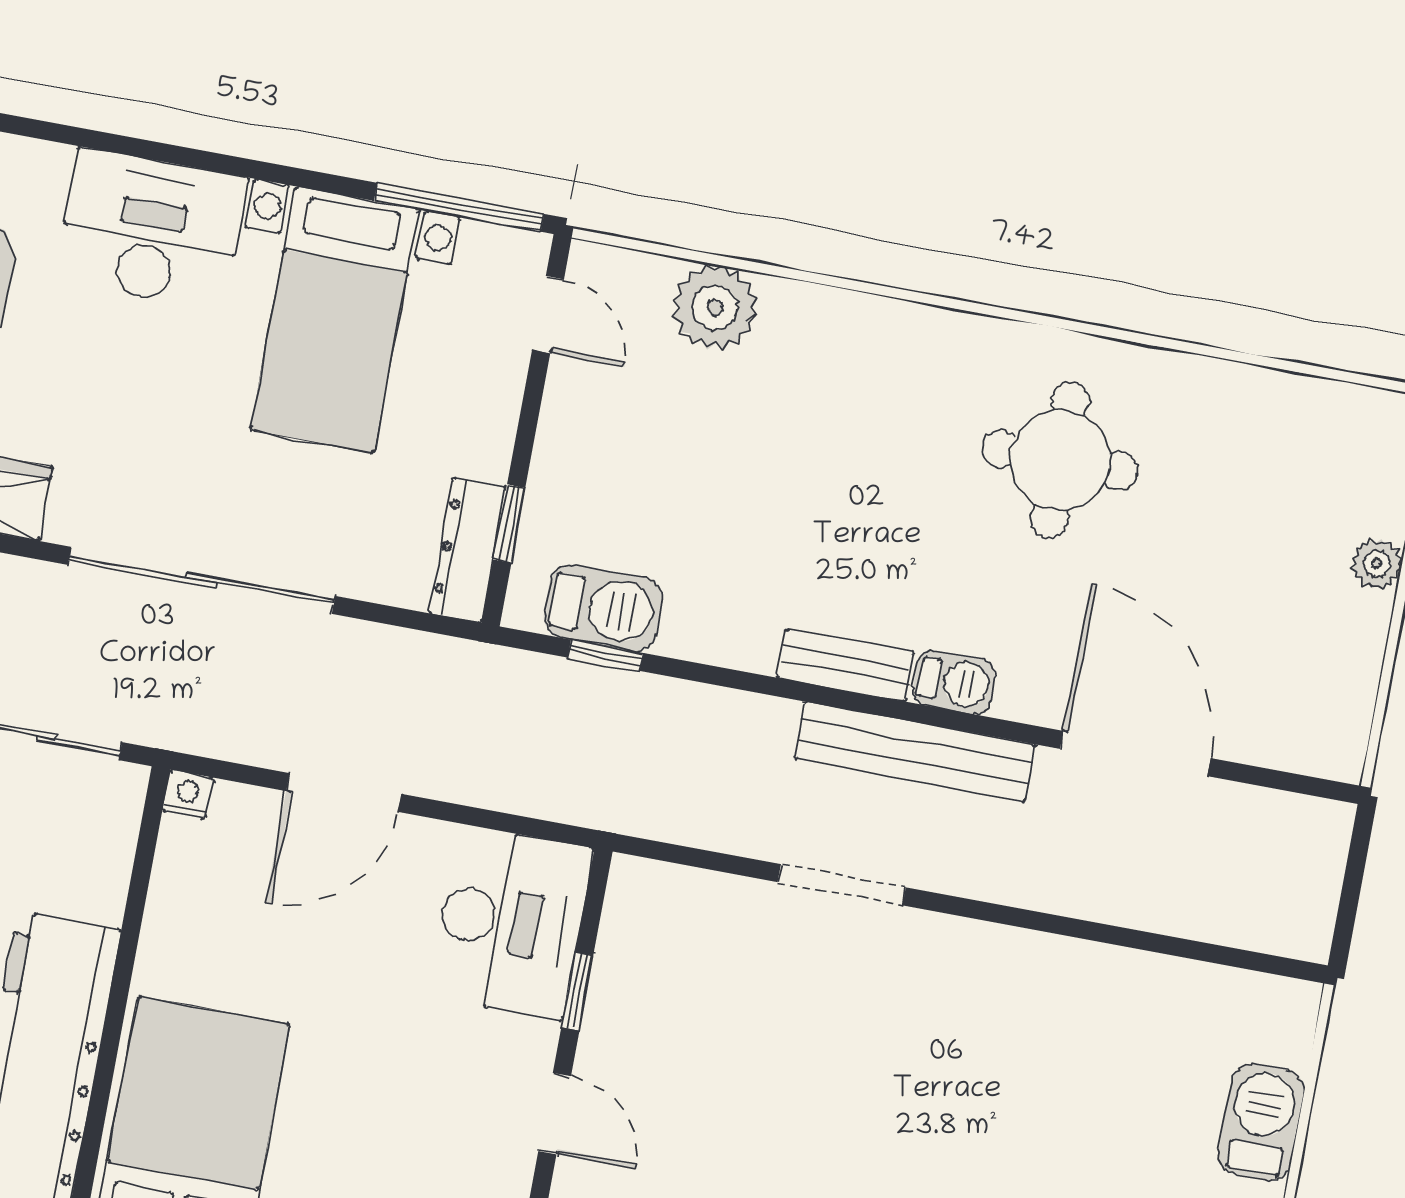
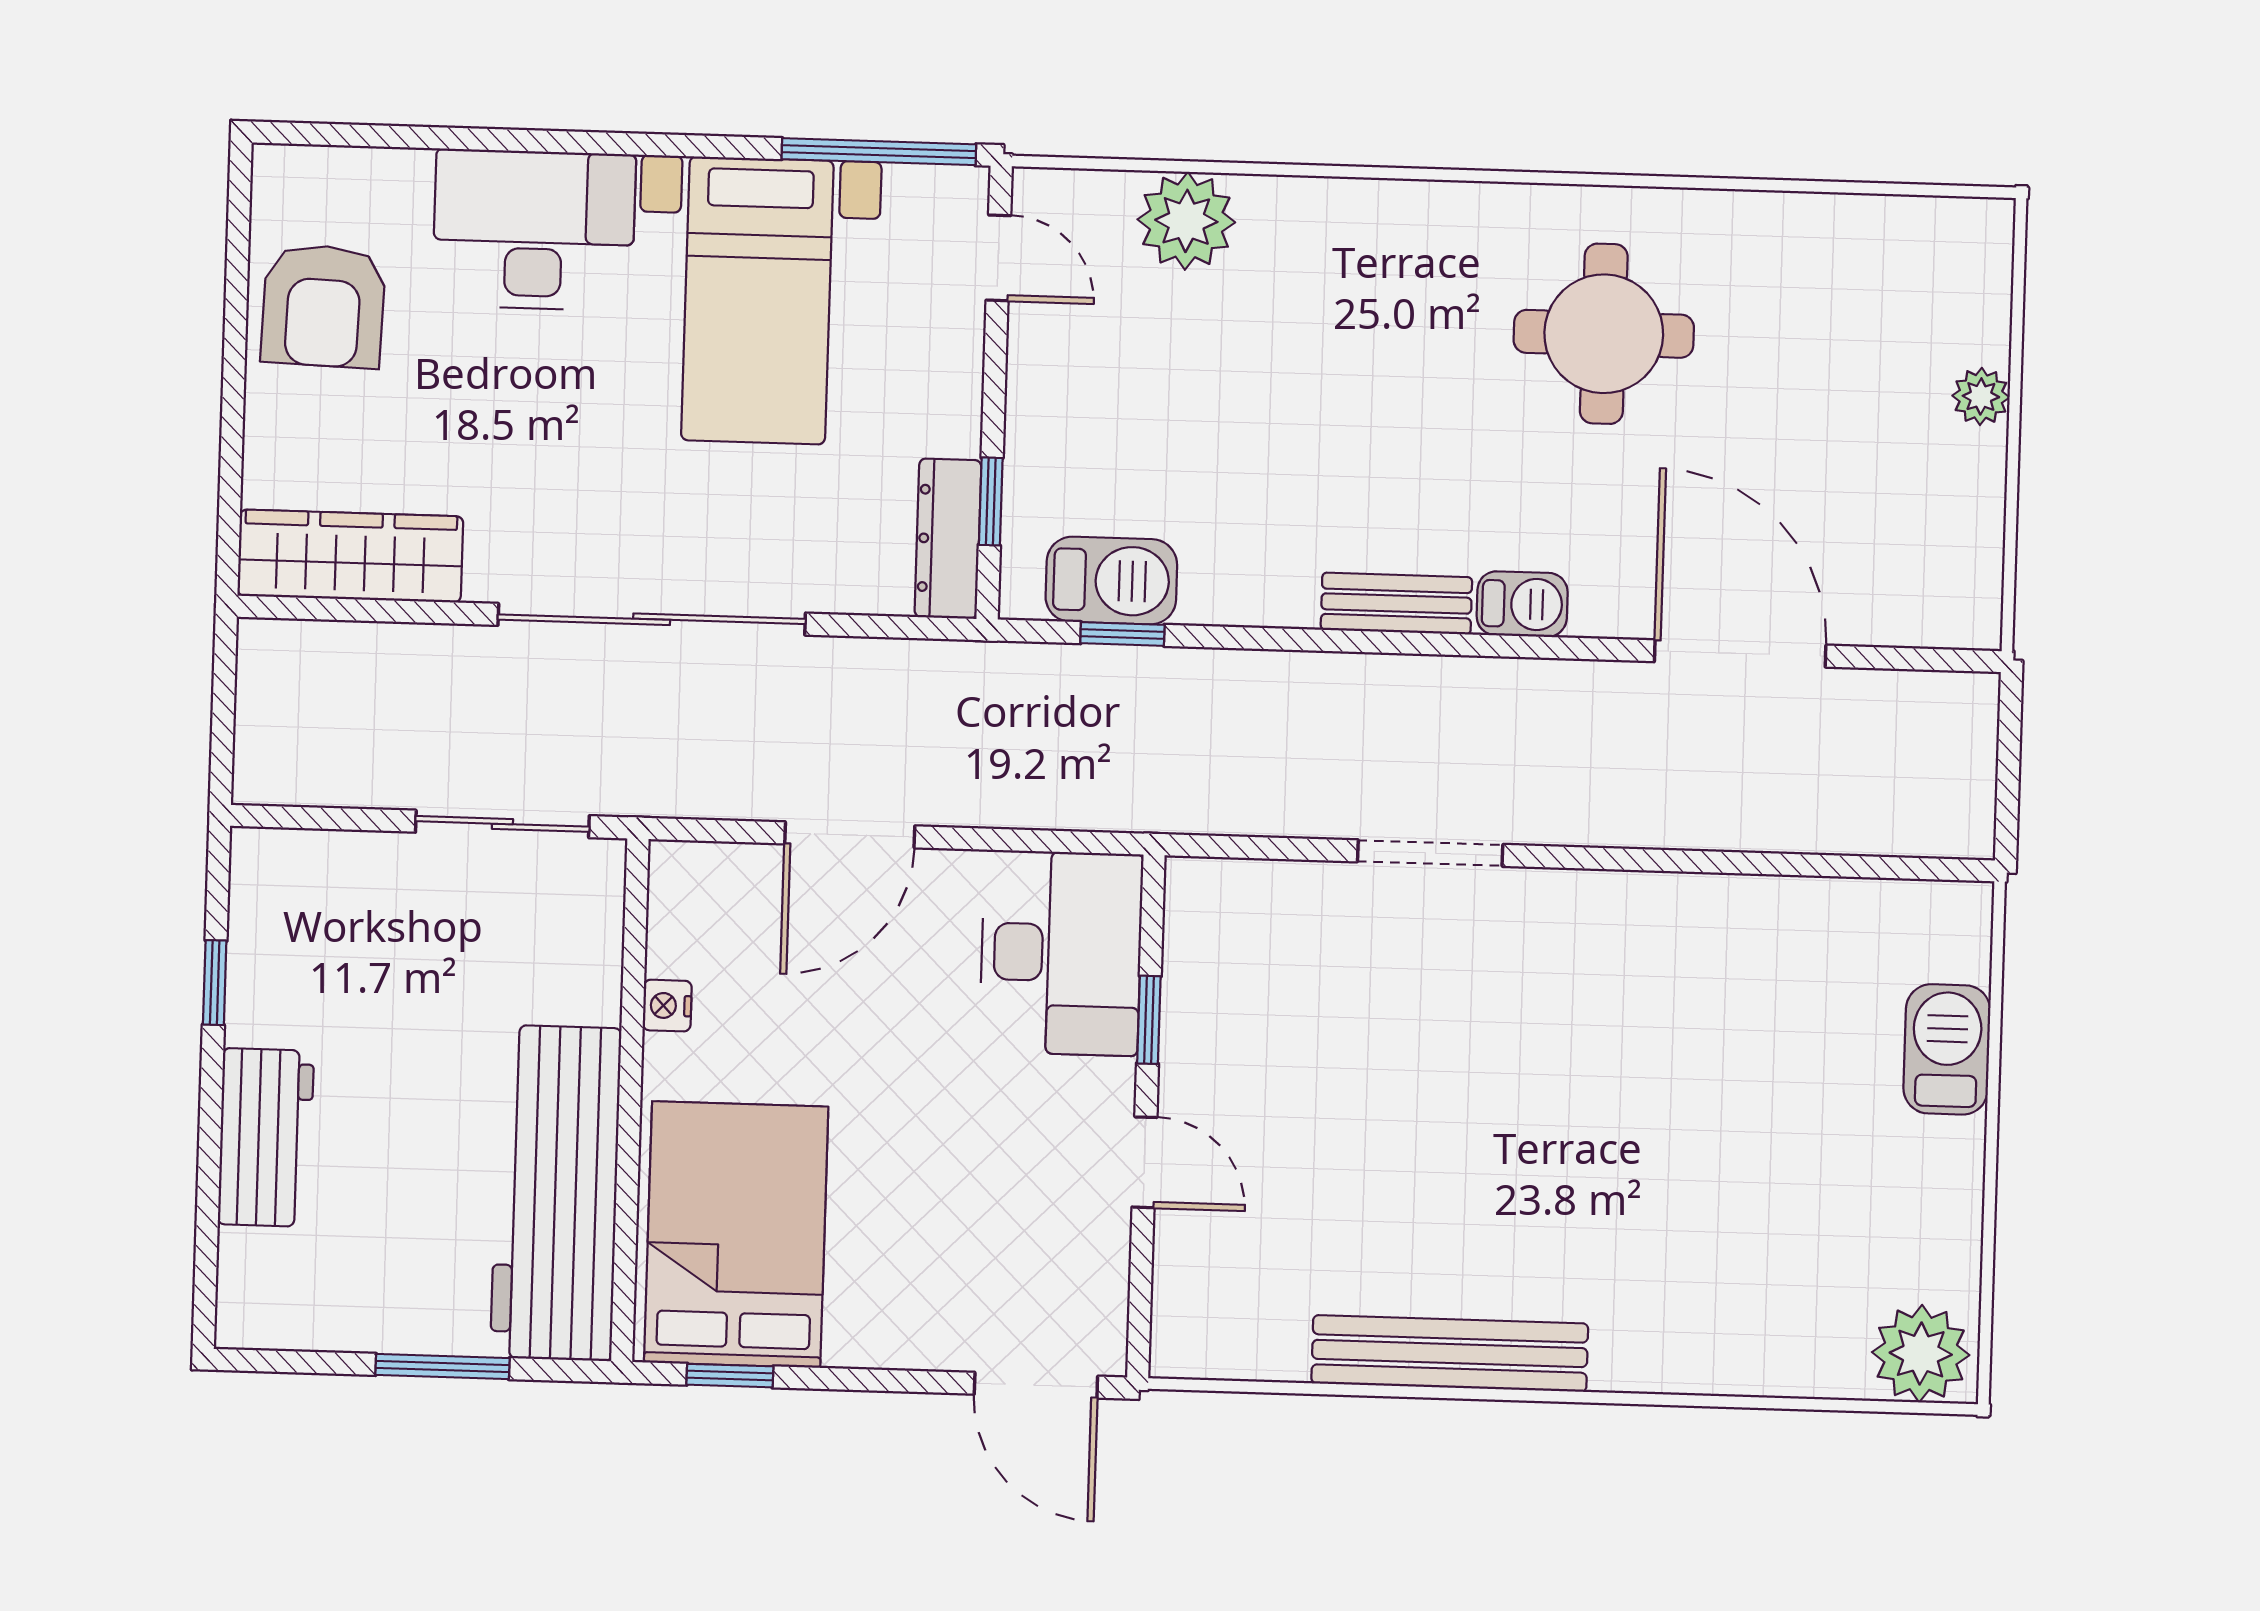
bench: (915, 752) -> (1490, 689), removed
nightstand: (188, 794) -> (667, 1006), moved, turned -90

